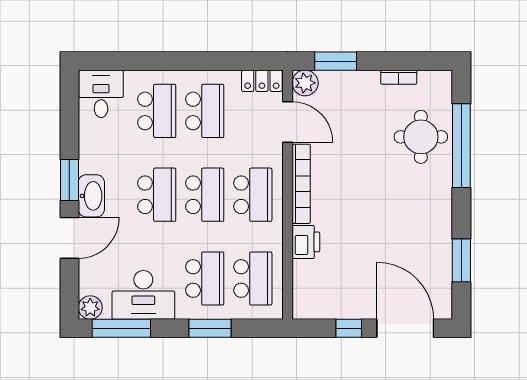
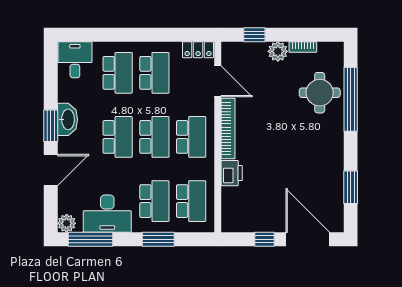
window: (336, 61) -> (254, 35), width x0.67
plant: (305, 83) -> (278, 51), moved
washbasin: (91, 196) -> (67, 119), moved

